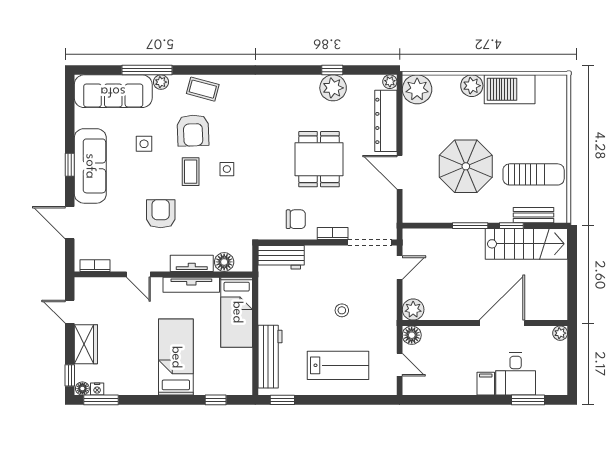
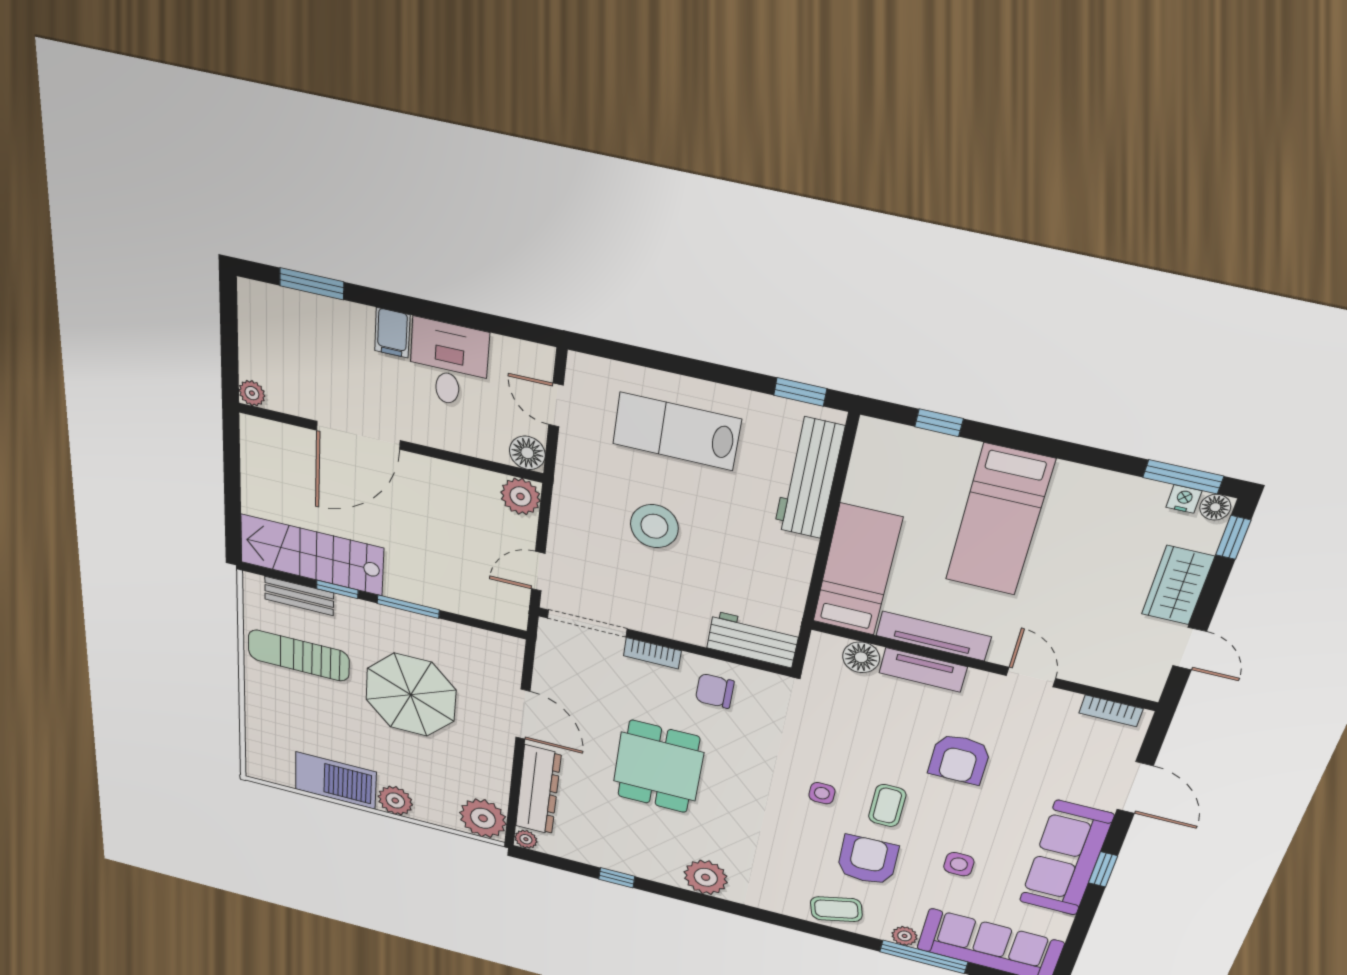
plant: (333, 88) -> (706, 877), moved
coffee table: (203, 89) -> (836, 909), turned -30
stool: (342, 310) -> (654, 526), width x1.89, depth x1.89
desk: (516, 374) -> (449, 364), moved

